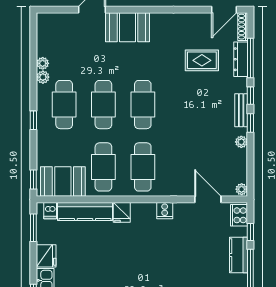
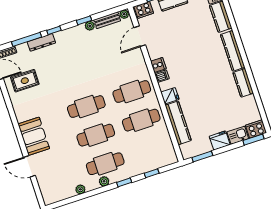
dresser: (241, 59) -> (41, 42), moved
rug: (202, 60) -> (25, 81), moved, turned 90
plant: (43, 77) -> (104, 181), moved
bench: (241, 110) -> (107, 20), moved
window: (250, 123) -> (84, 20), moved
window: (33, 179) -> (152, 173), moved
booth: (63, 181) -> (162, 146), removed
dishwasher: (50, 211) -> (162, 76), moved

